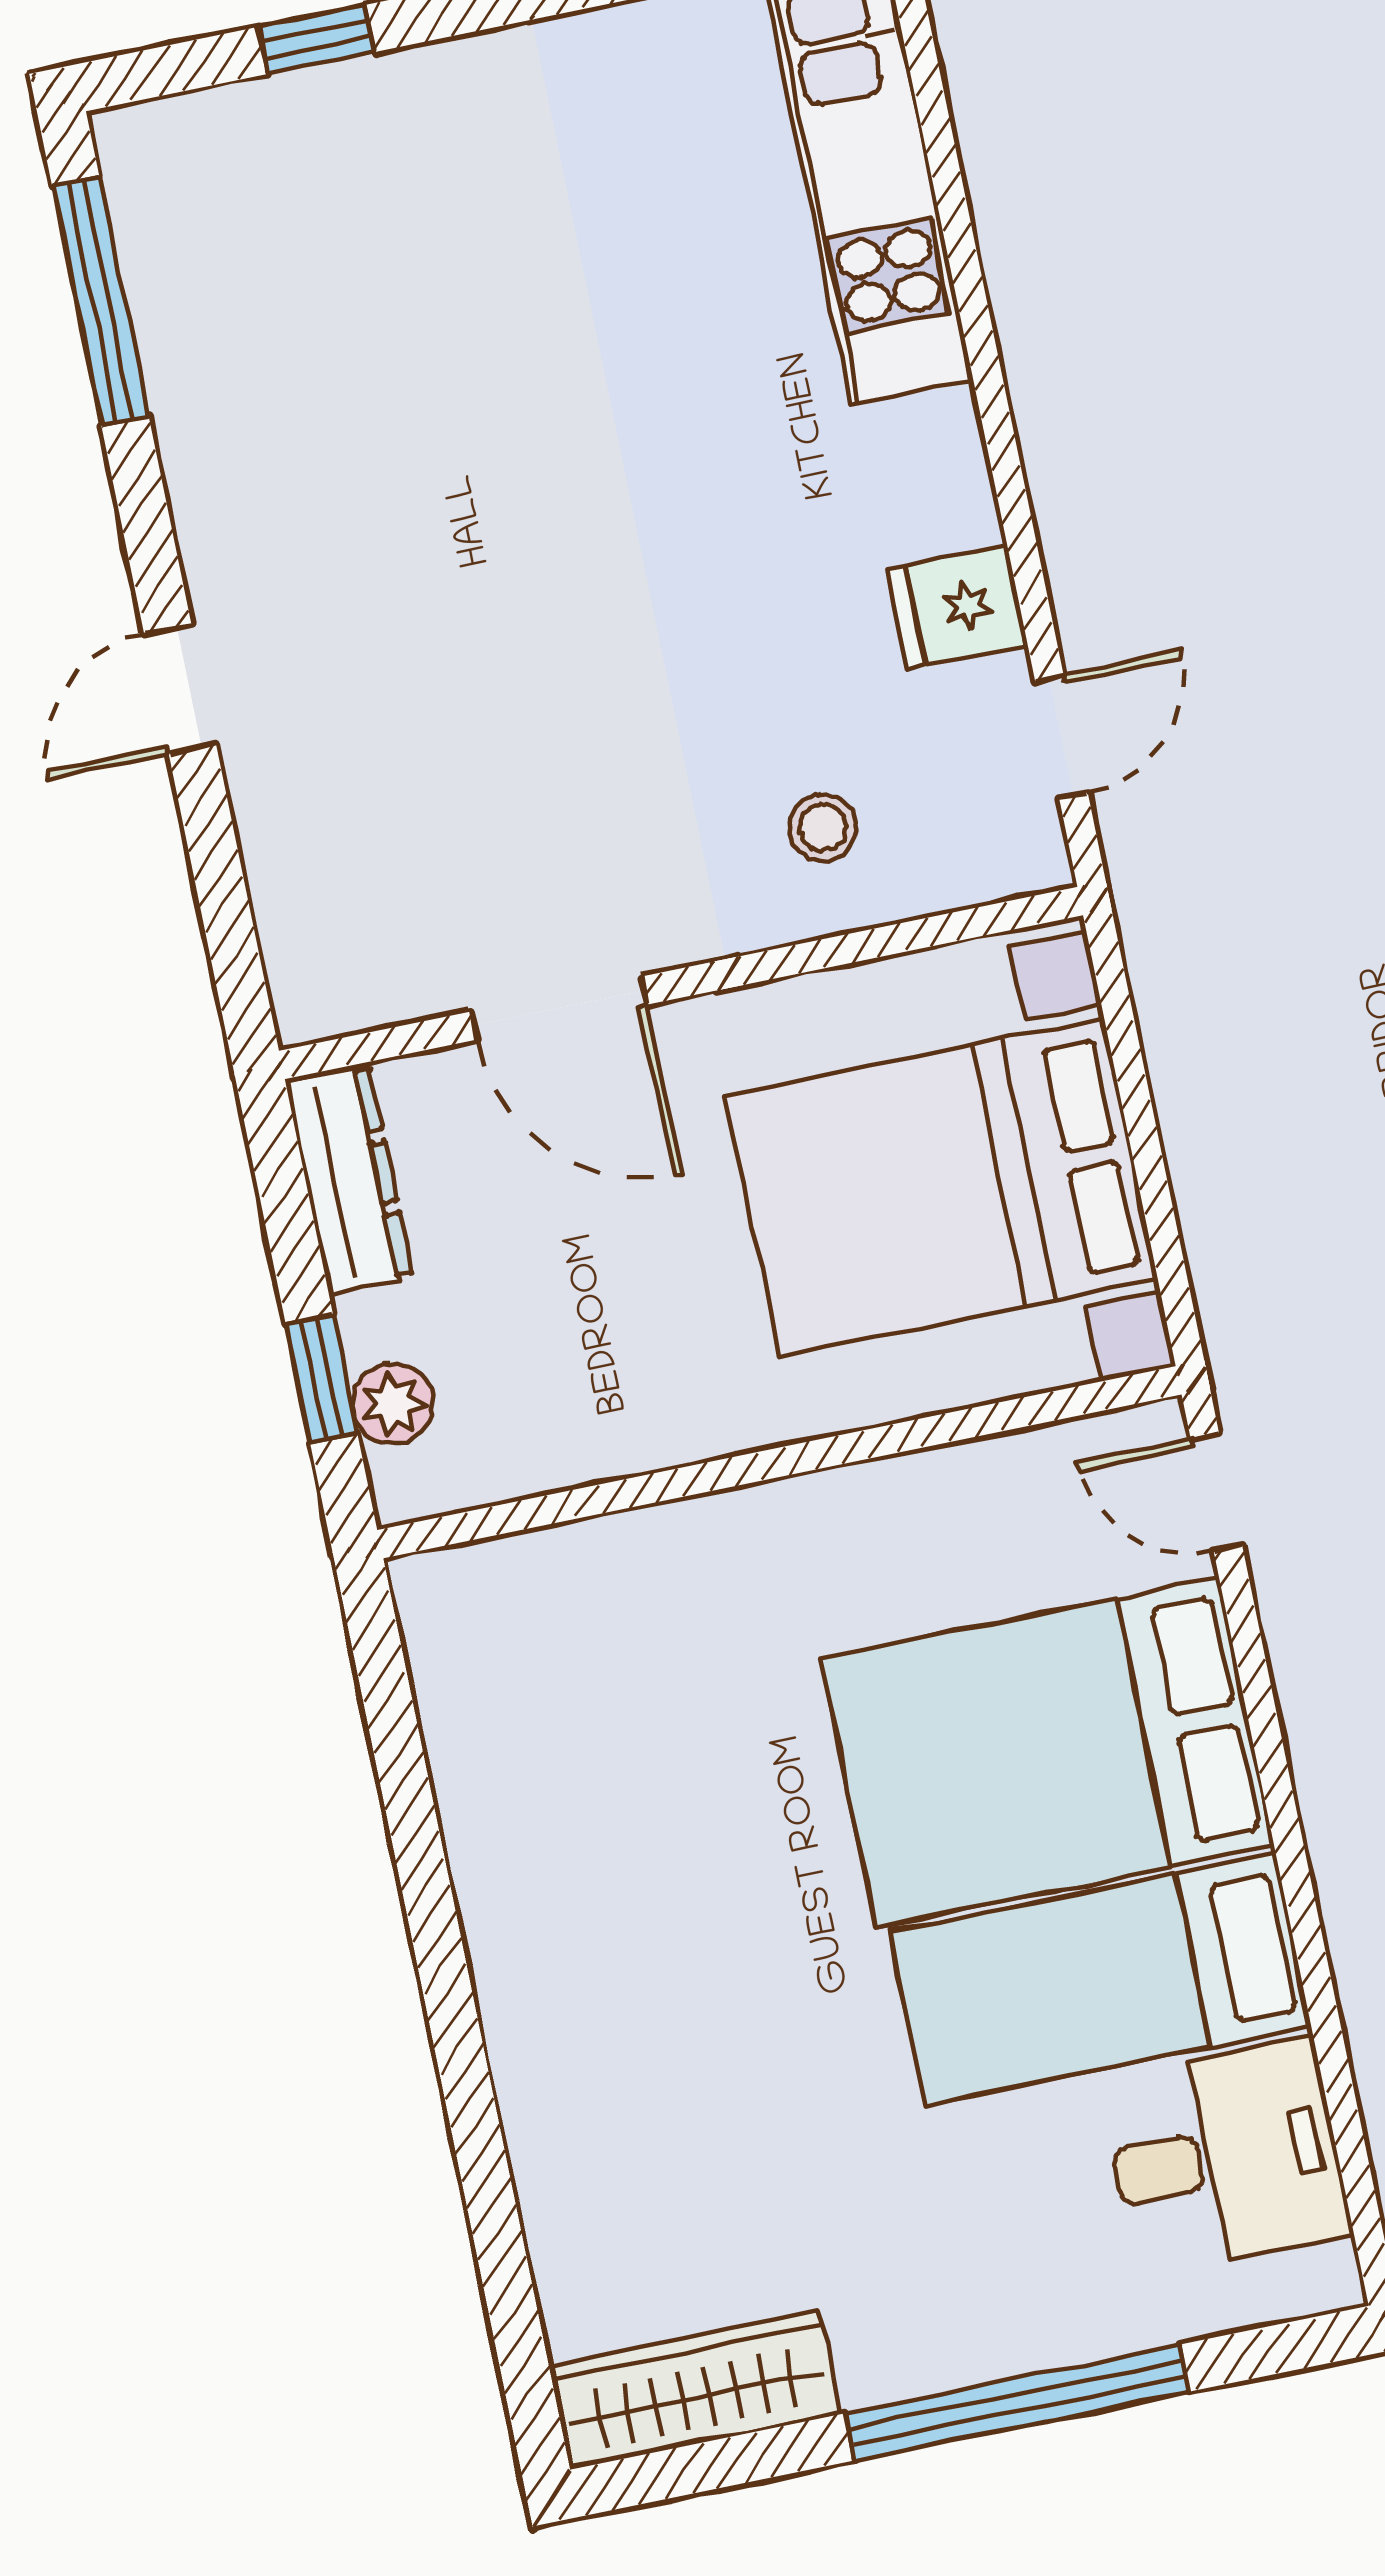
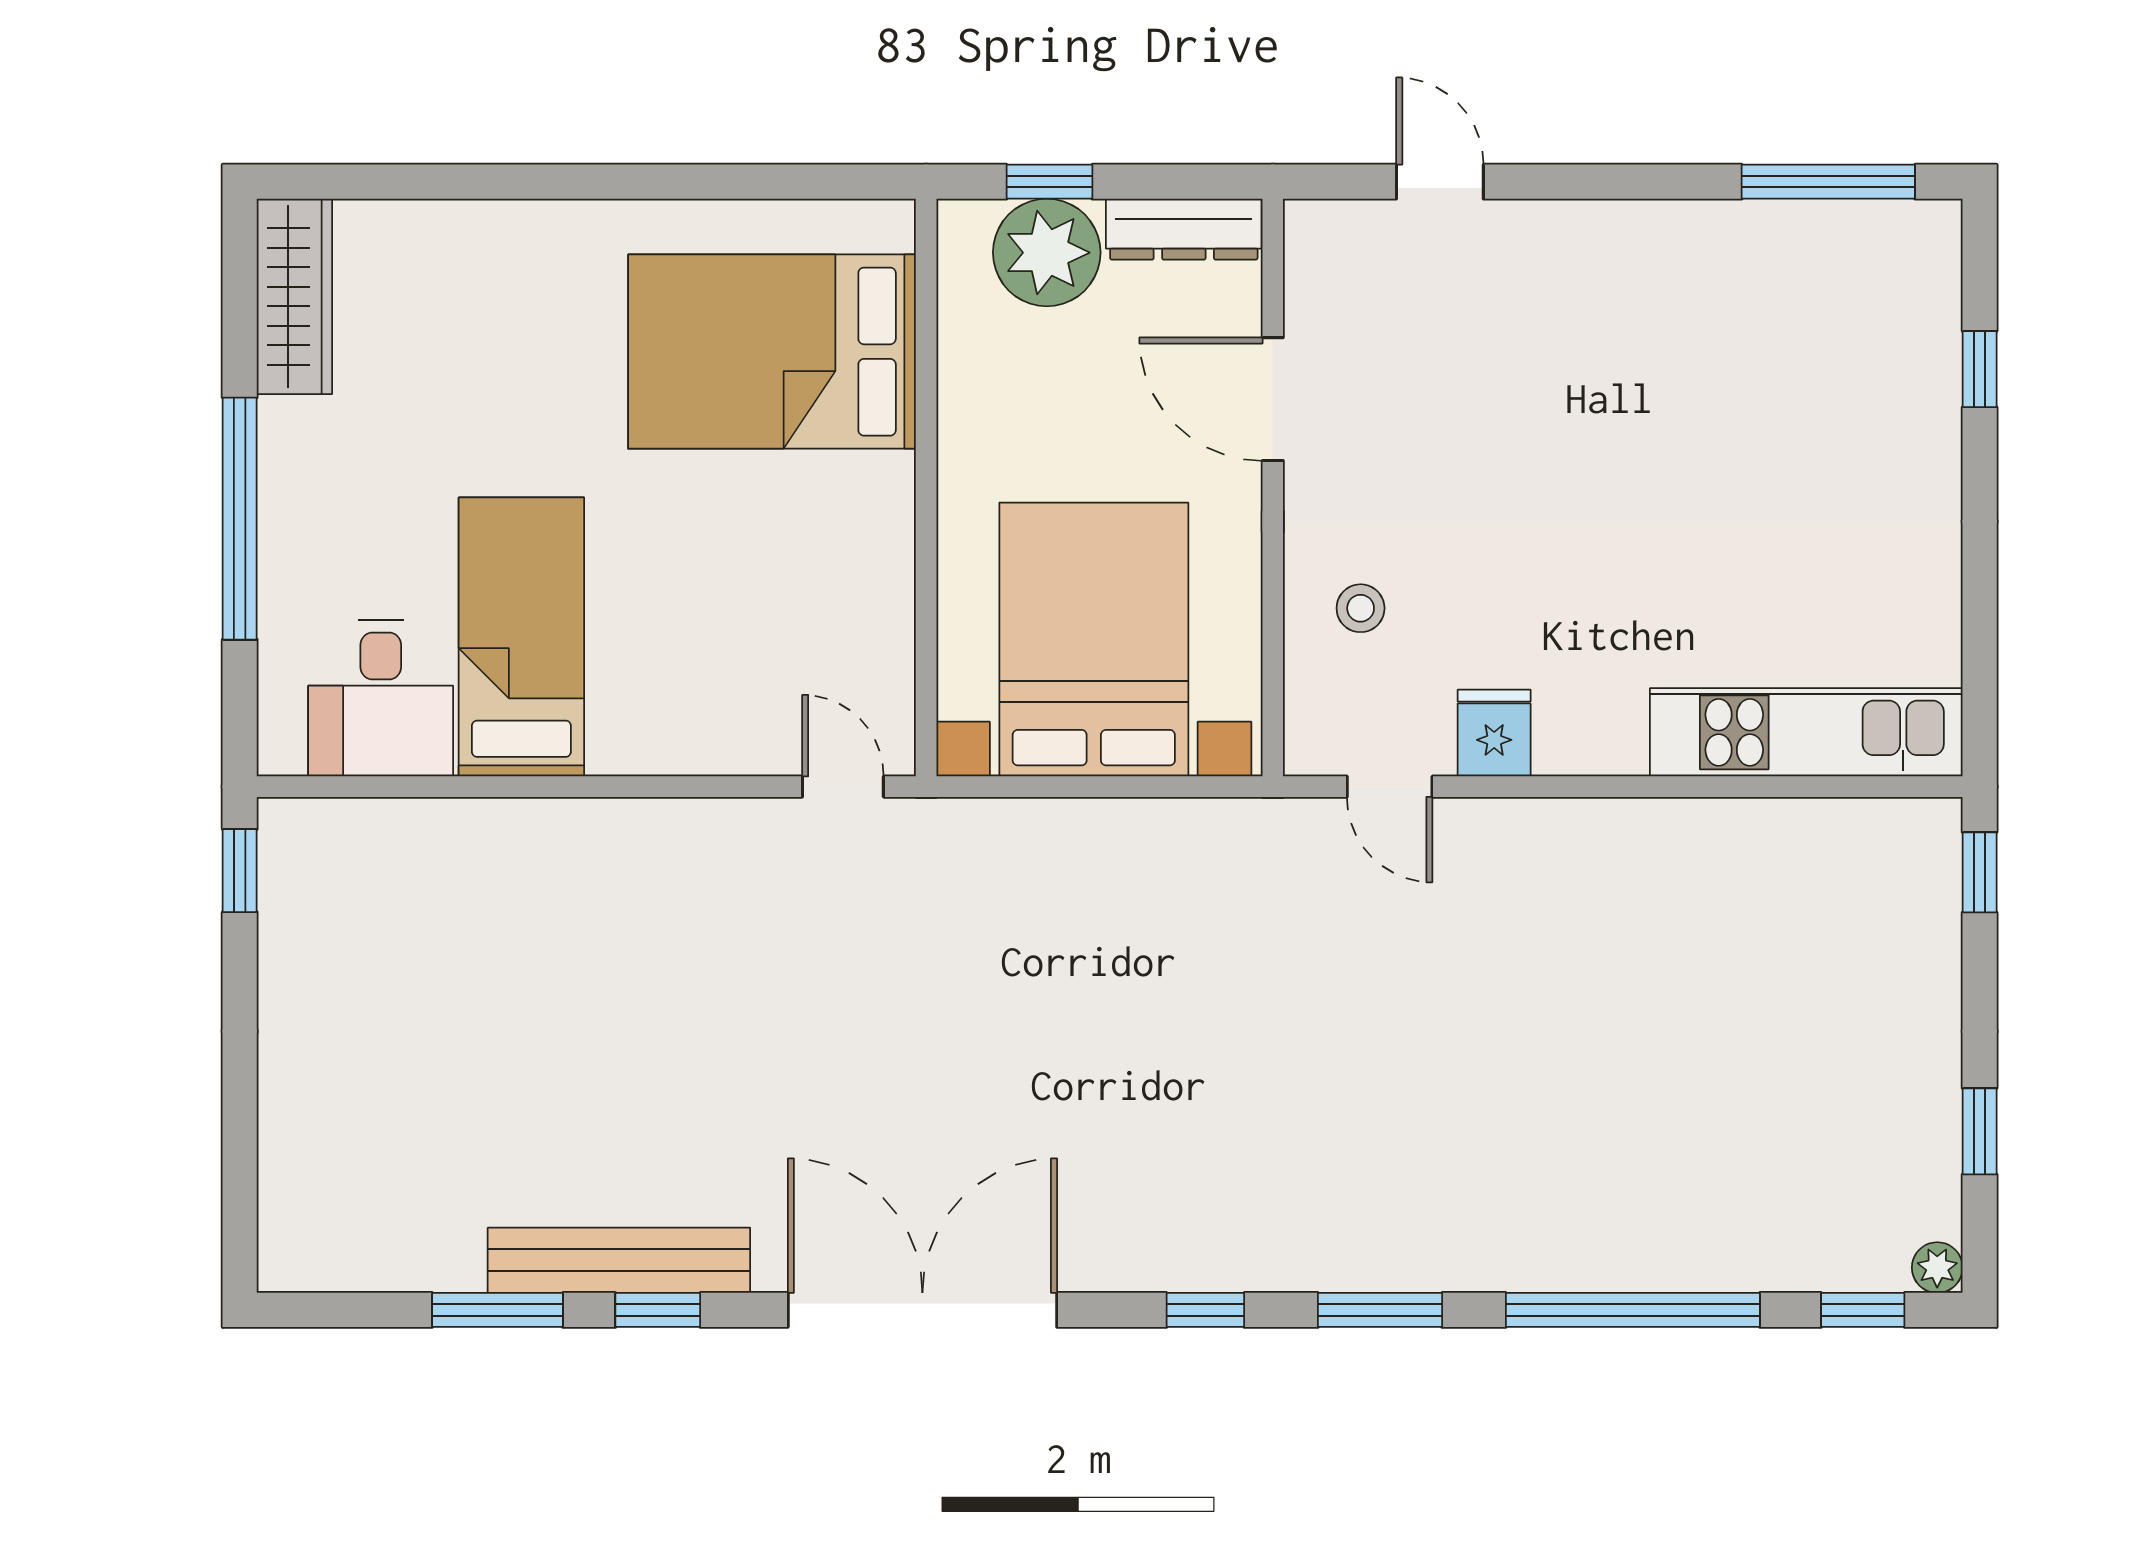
door: (180, 689) -> (1440, 182), moved
door: (559, 1008) -> (1273, 399), hinge flipped
plant: (393, 1404) -> (1047, 253), width x1.87, depth x1.87
door: (1216, 1492) -> (843, 787), hinge flipped
bed: (1048, 1752) -> (772, 352), moved, turned -90

